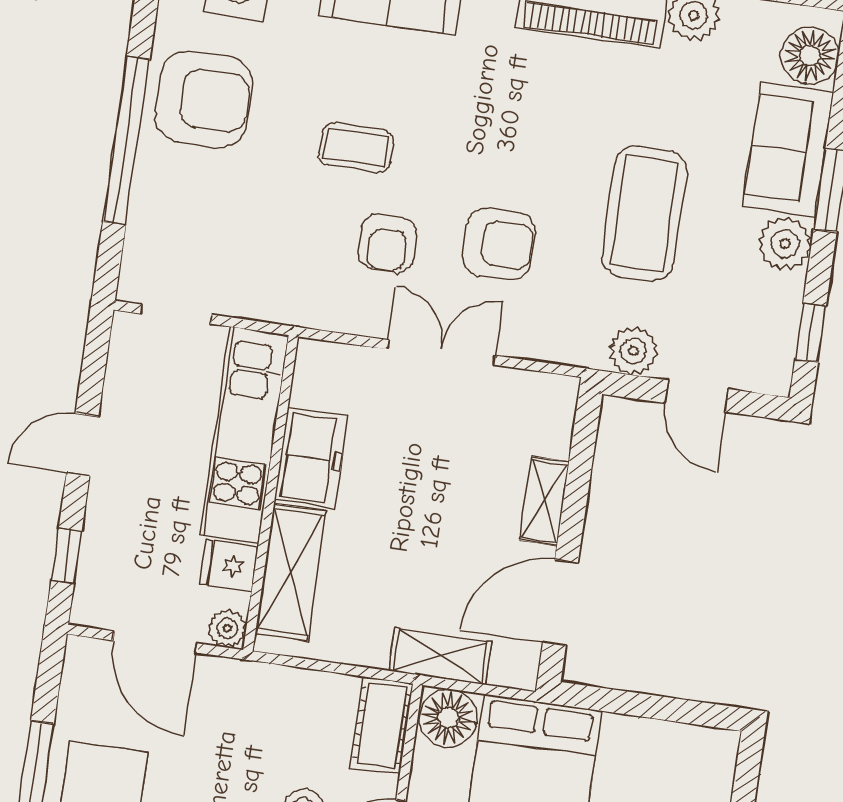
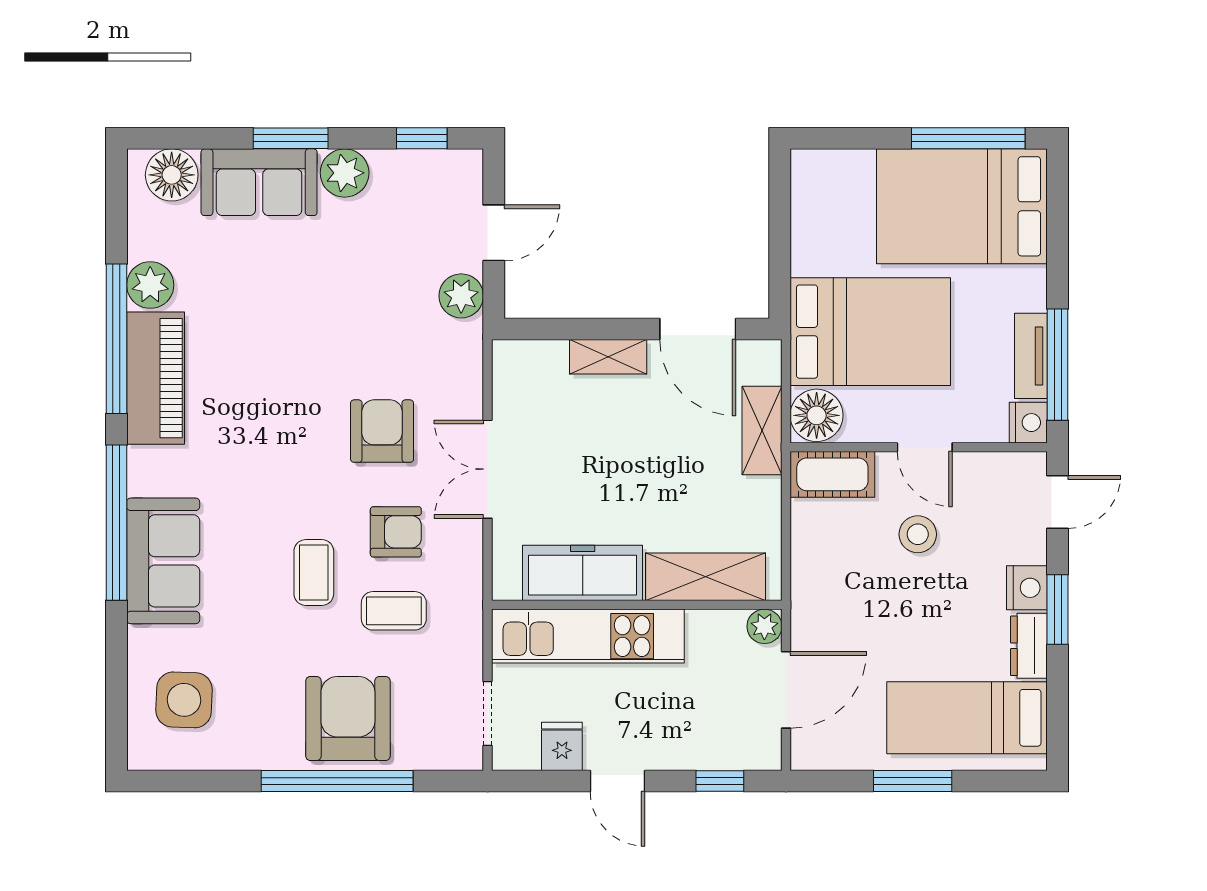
armchair: (204, 99) -> (348, 719), moved
coffee table: (644, 214) -> (394, 611), moved, width x0.54, depth x0.58
freezer: (311, 458) -> (583, 573), width x1.40
fridge: (229, 566) -> (562, 746), moved, turned 180

